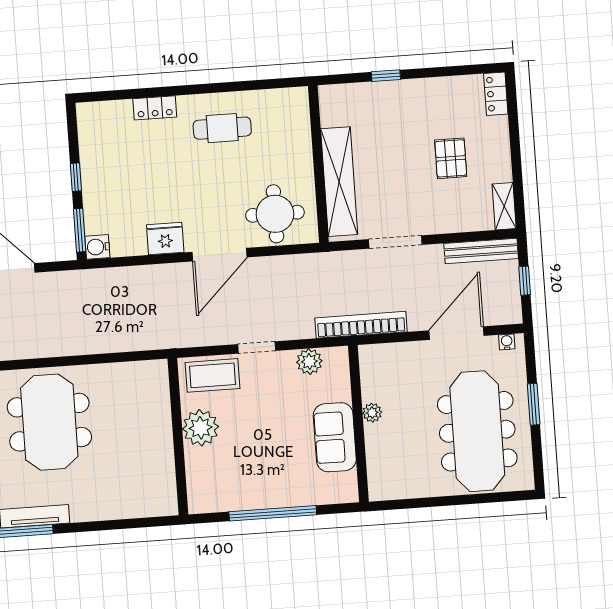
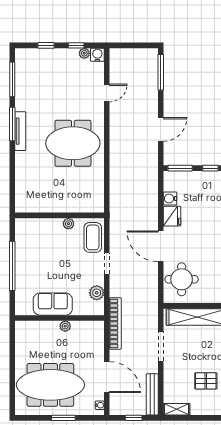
water cooler: (97, 247) -> (170, 199), moved, turned -90
plant: (201, 428) -> (68, 224), width x0.53, depth x0.53

